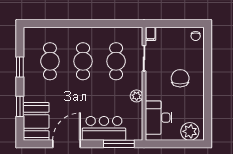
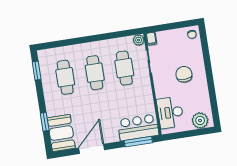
window: (20, 67) -> (37, 71), moved
plant: (137, 96) -> (139, 40), moved
bar counter: (104, 128) -> (138, 127), moved

